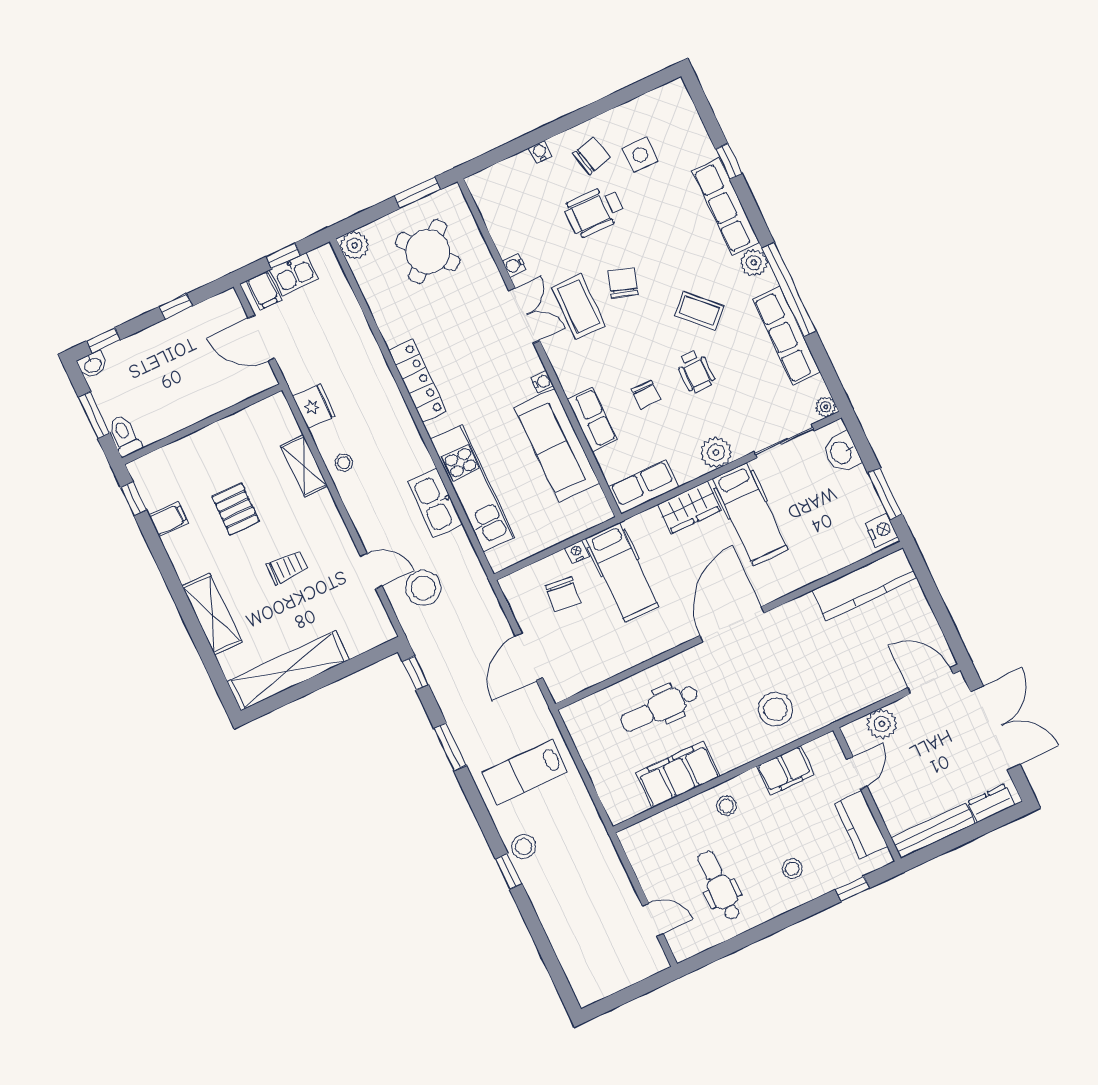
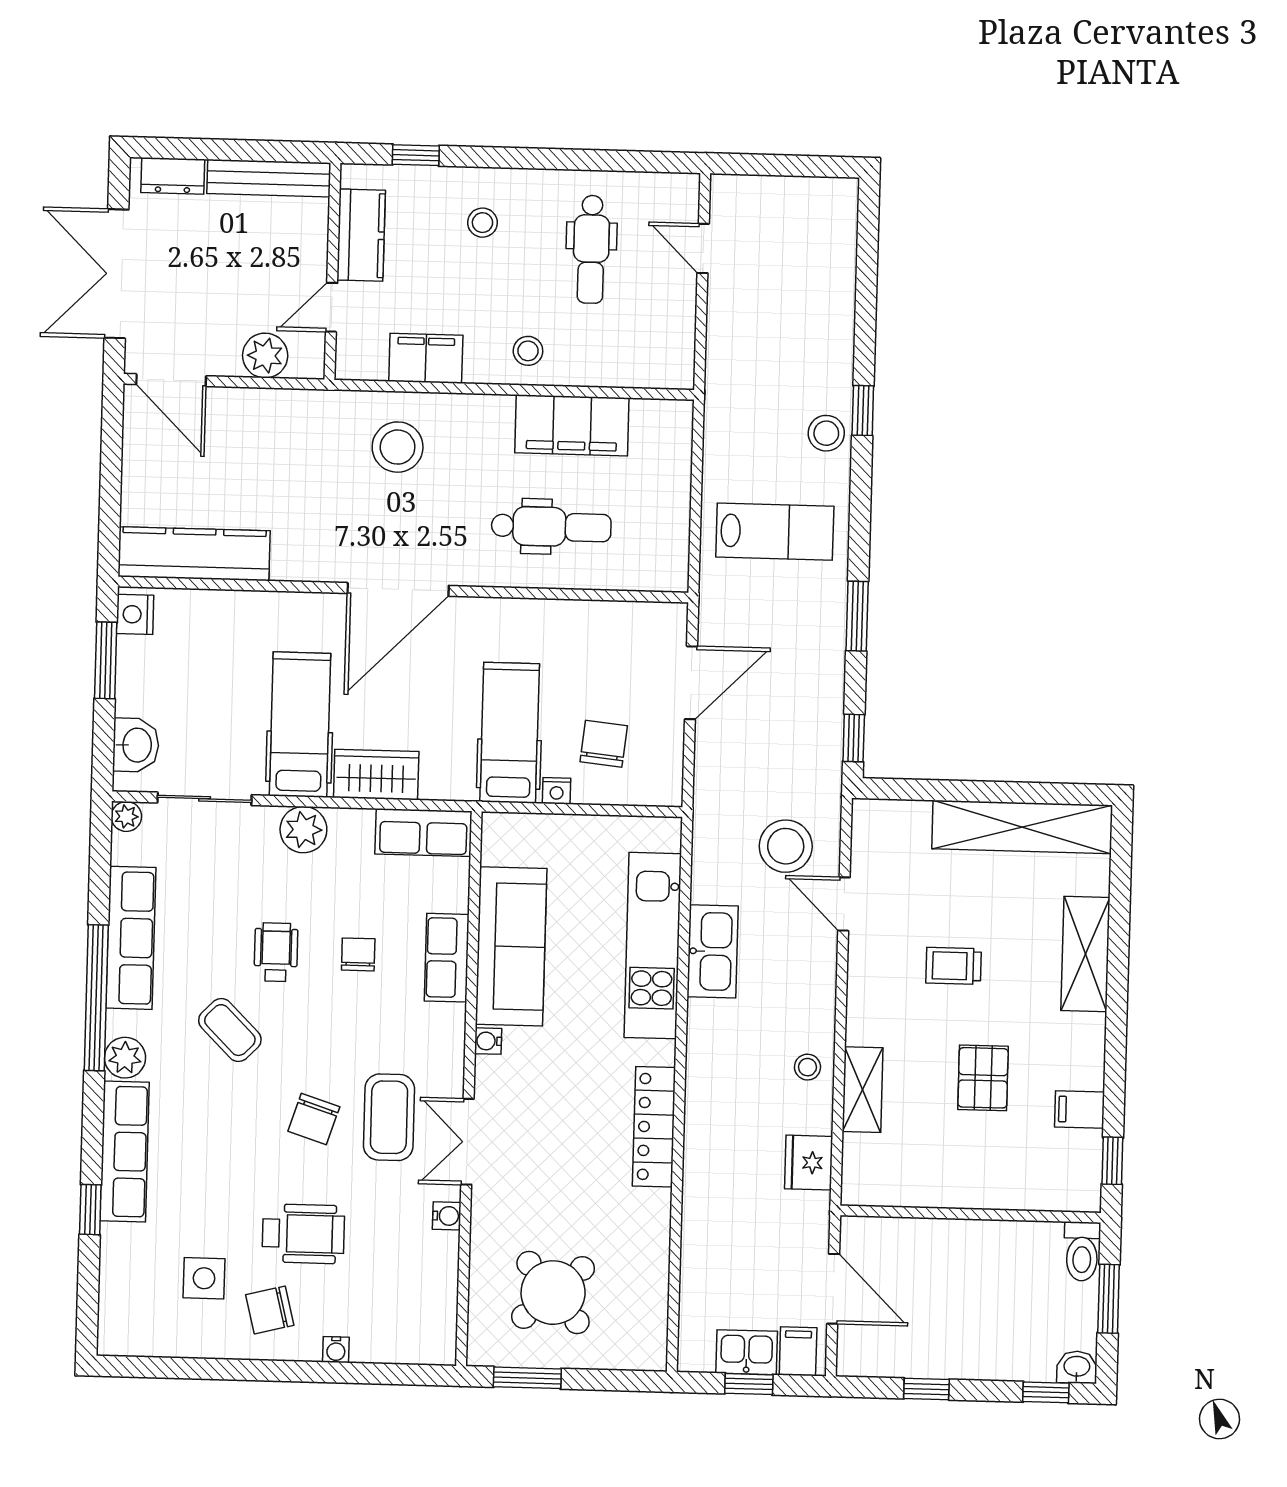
plant: (355, 245) -> (646, 1350), removed

